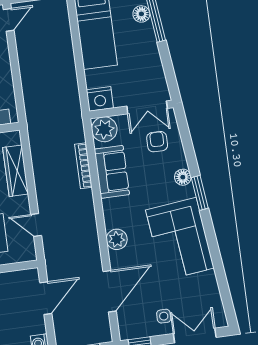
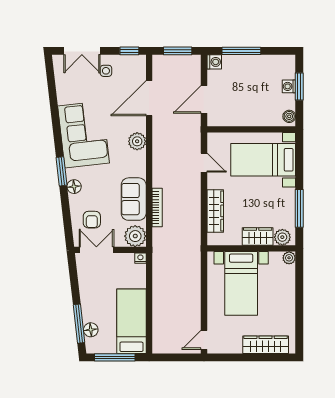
nightstand: (100, 99) -> (140, 258), width x0.53, depth x0.56

